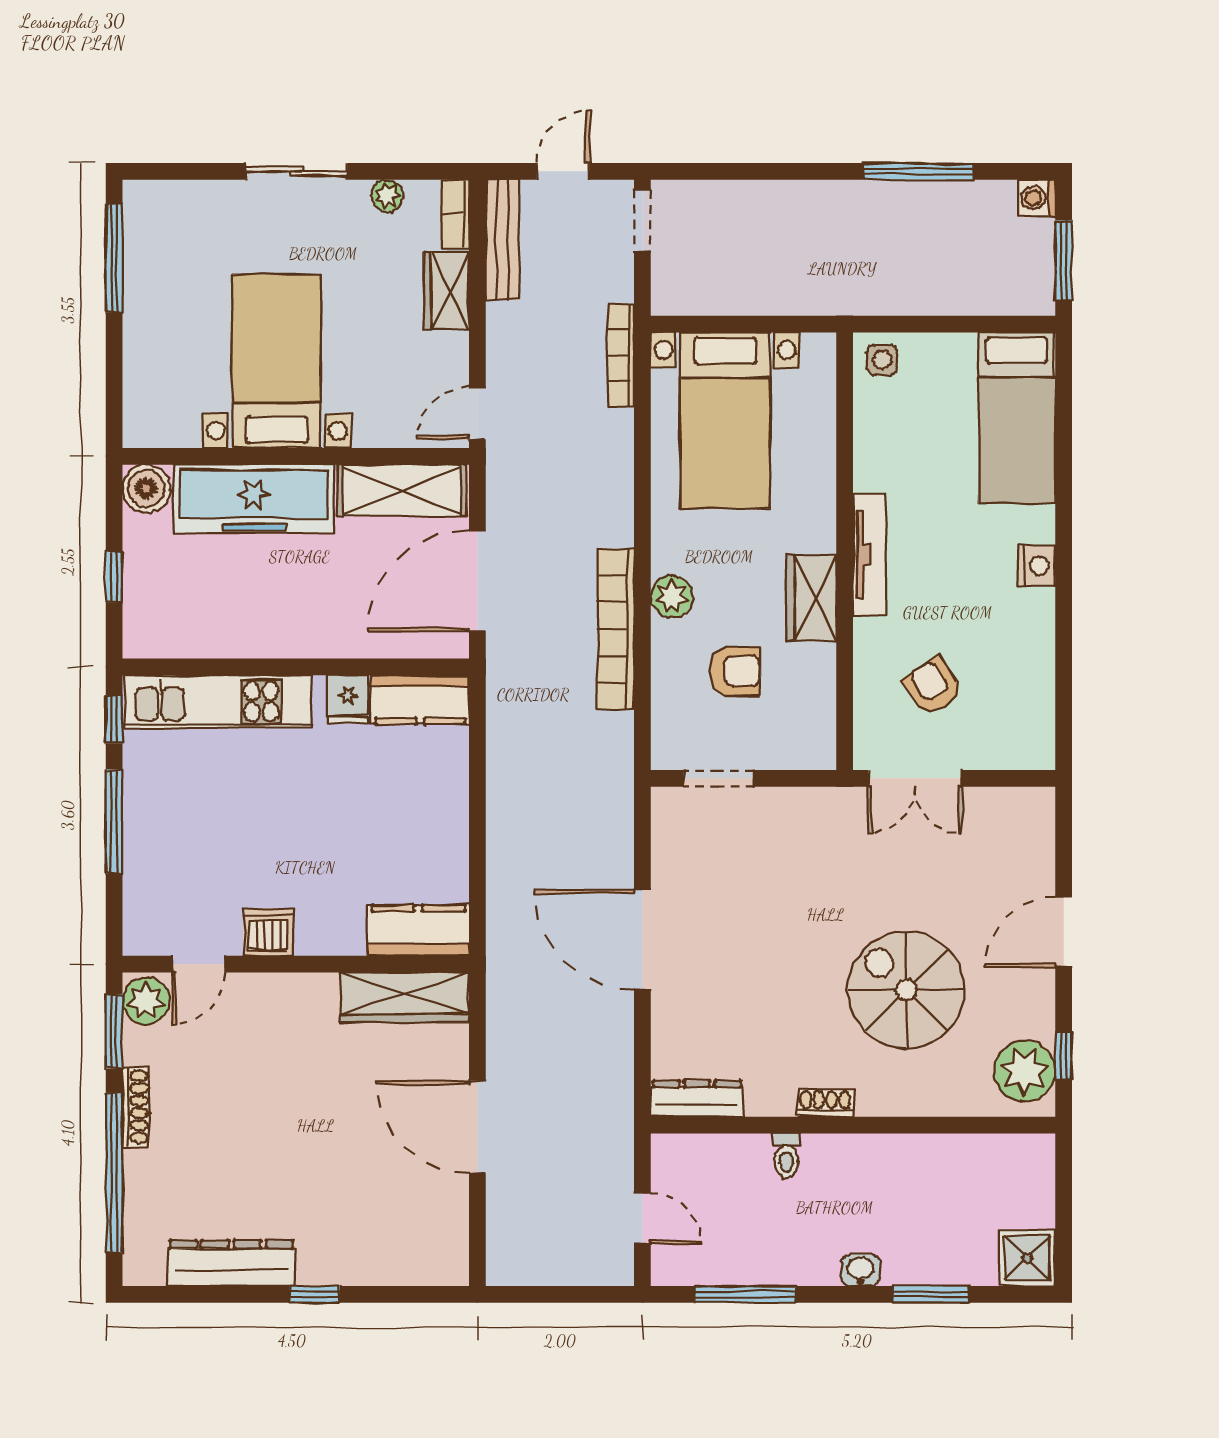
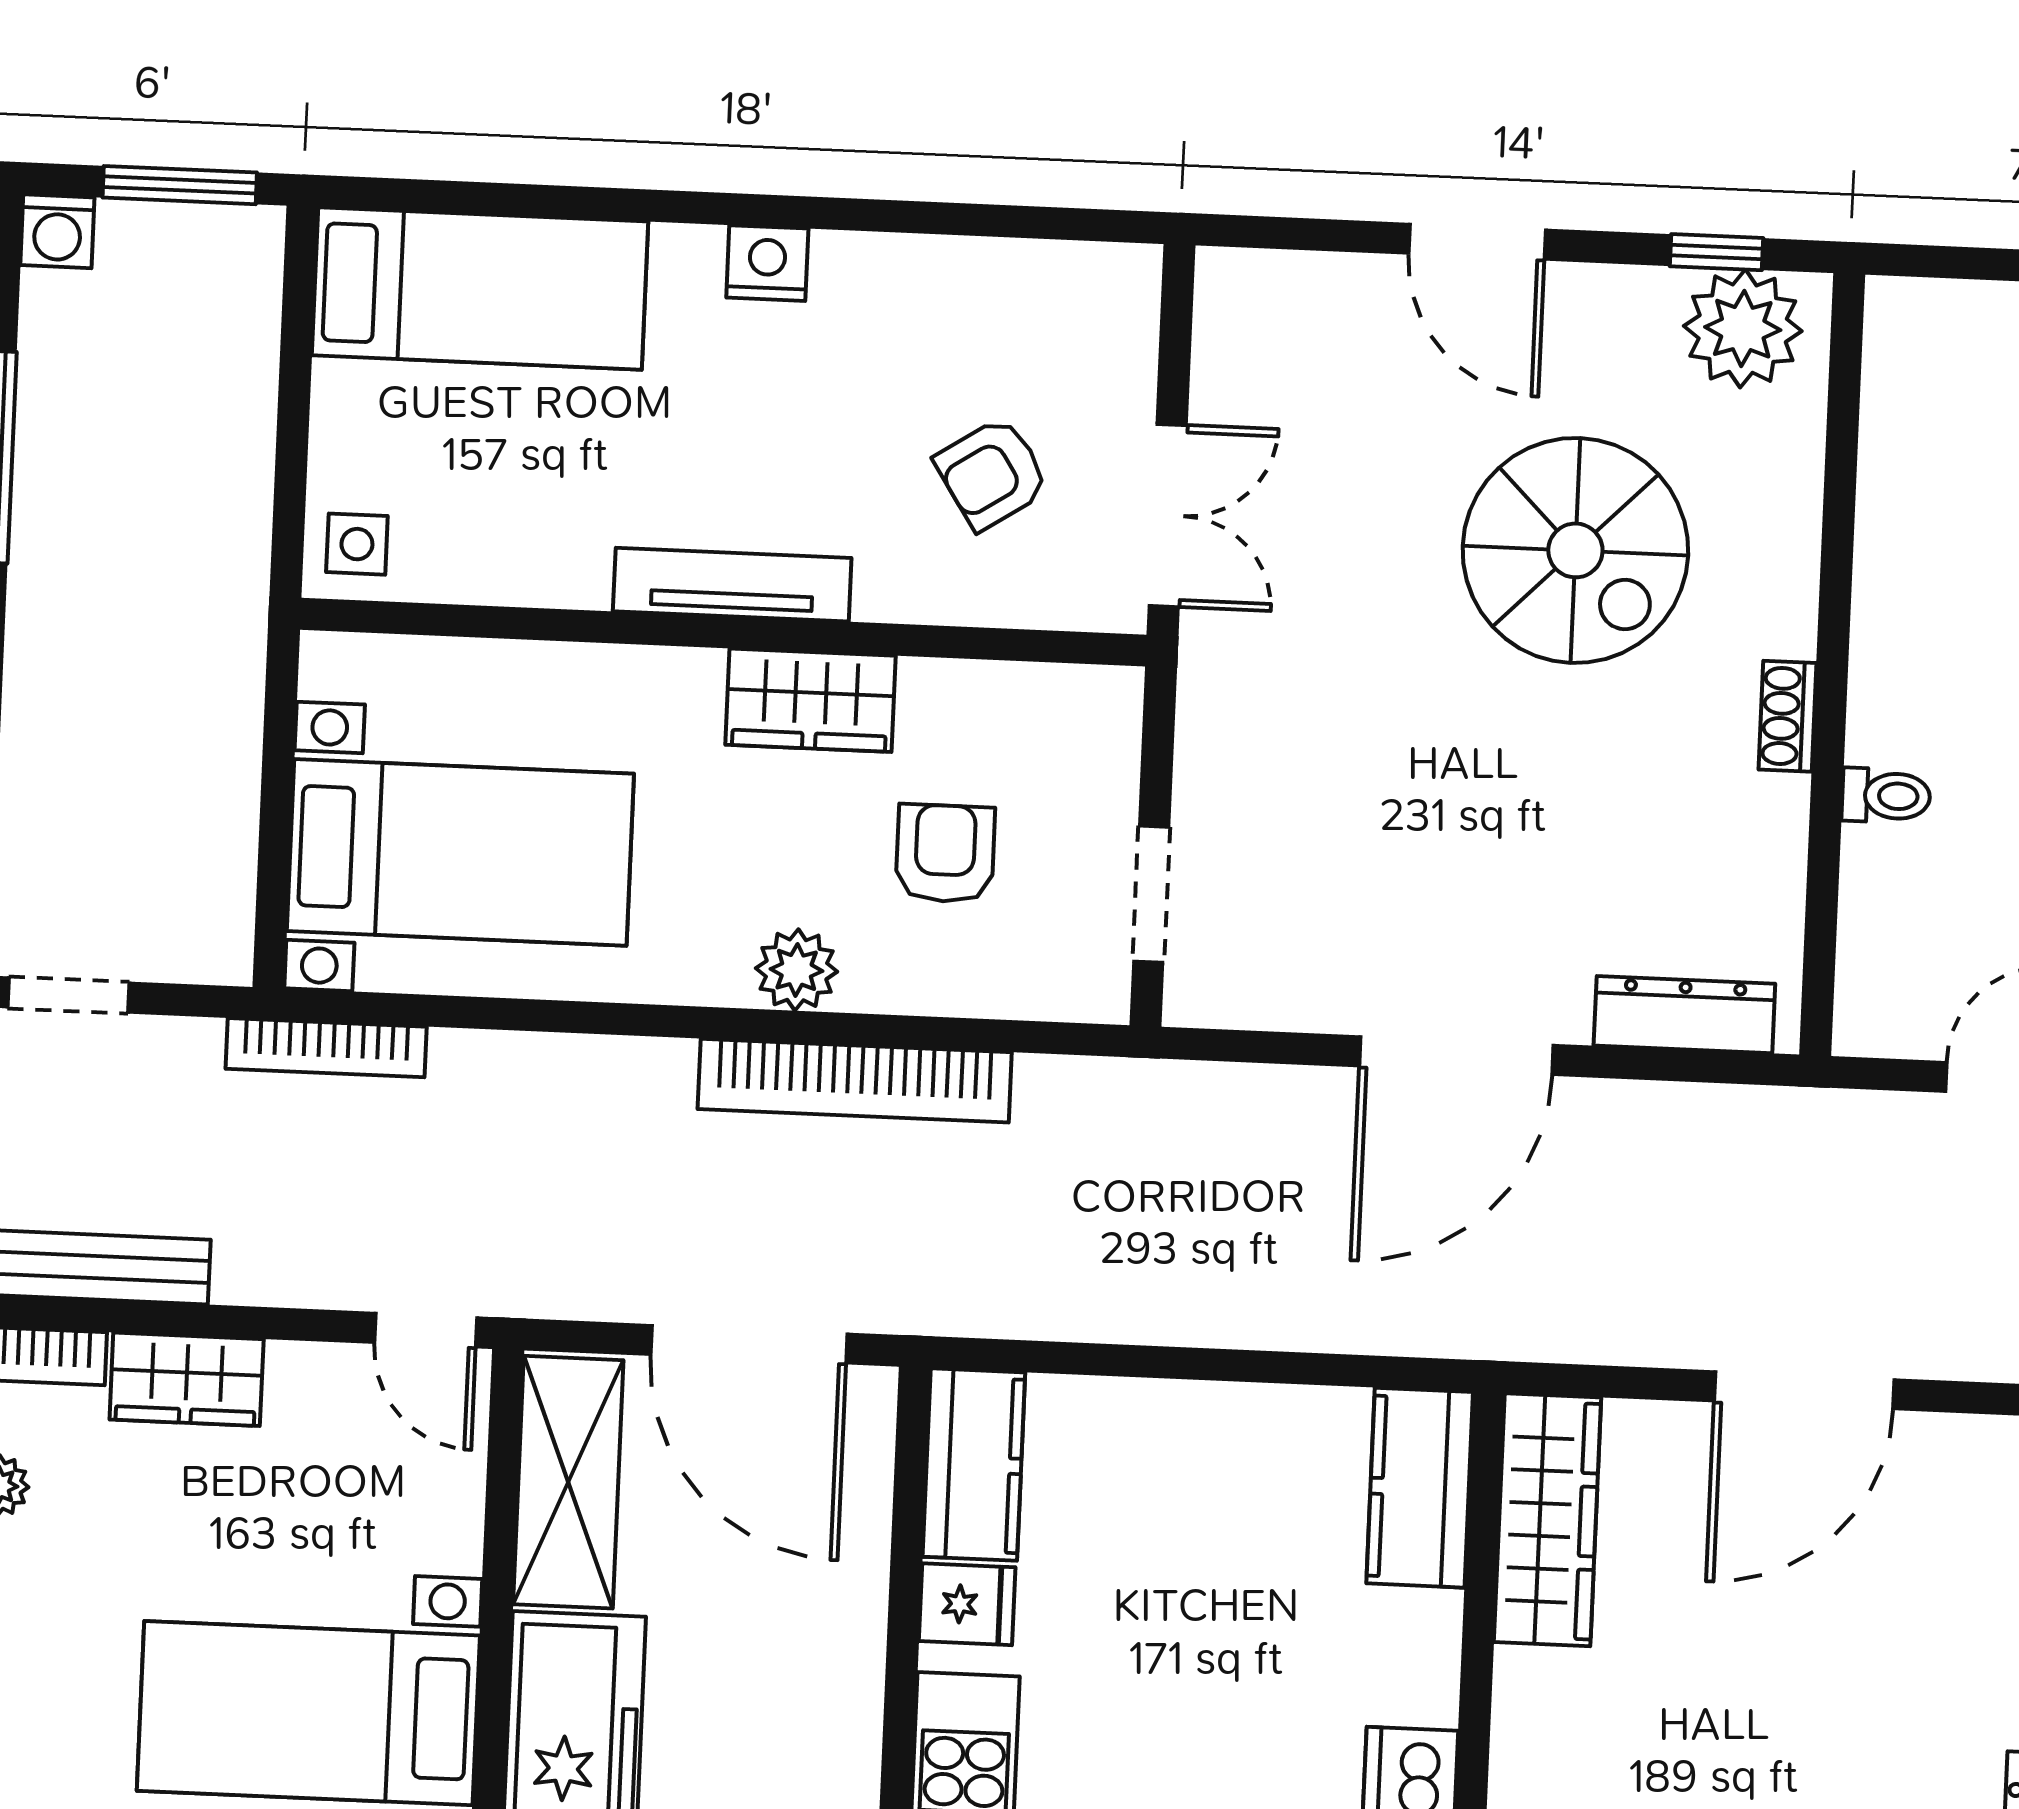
spiral stairs: (906, 990) -> (1575, 550), turned -90
dresser: (697, 1099) -> (1684, 1015), moved, turned 90

